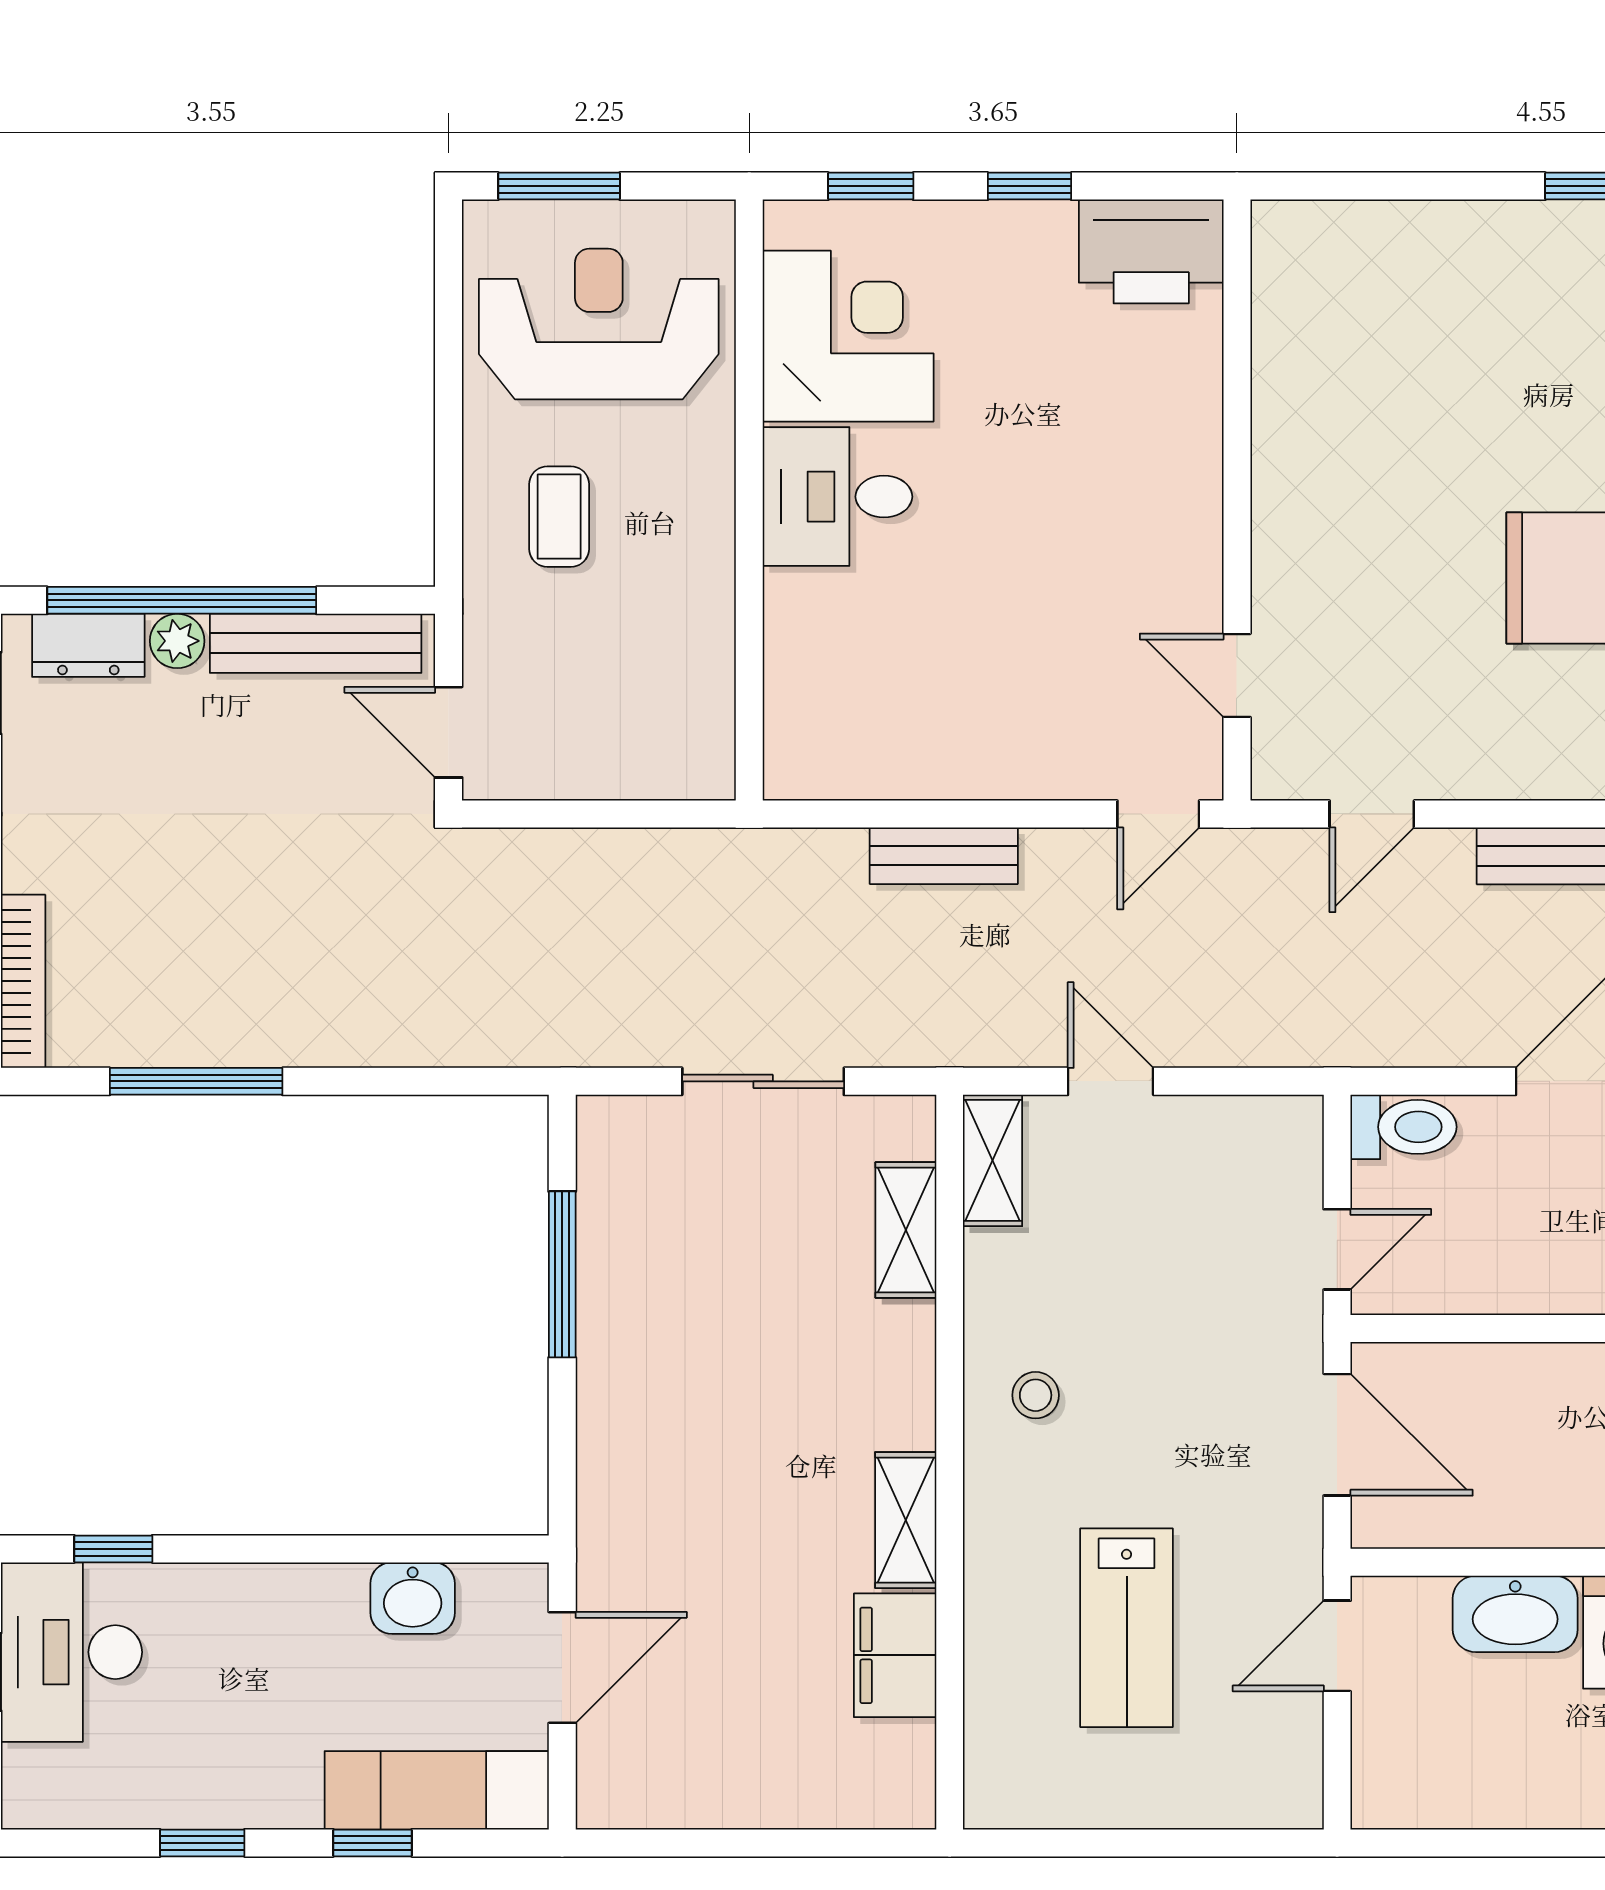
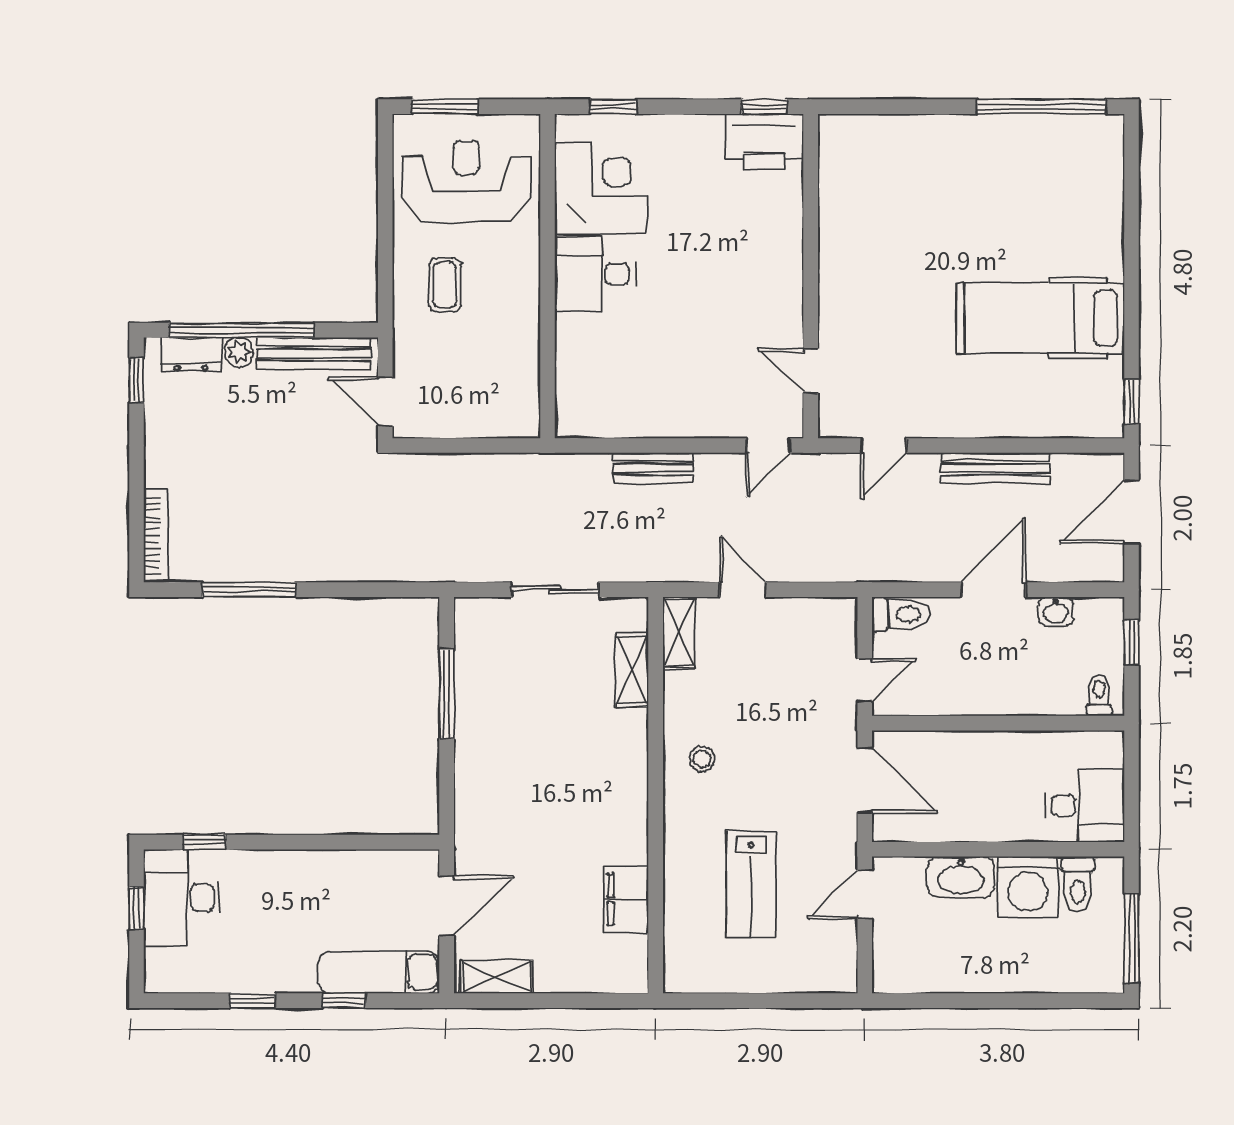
window: (1030, 186) -> (764, 107), moved
shelving: (906, 1520) -> (497, 977), moved, turned 90
washbasin: (413, 1598) -> (366, 869), removed

